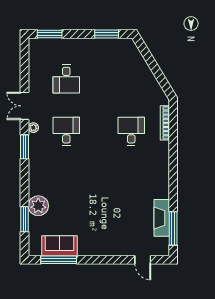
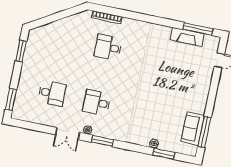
plant: (38, 206) -> (154, 144), width x0.53, depth x0.53

